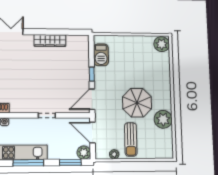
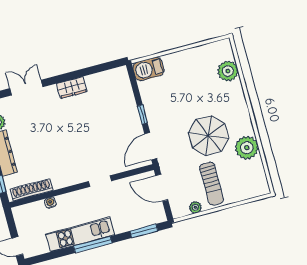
wardrobe: (50, 41) -> (72, 88), width x0.67
plant: (162, 44) -> (228, 71), moved
barbecue: (101, 55) -> (148, 69), moved, turned 90
plant: (84, 153) -> (157, 215), removed

